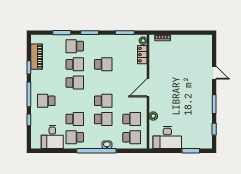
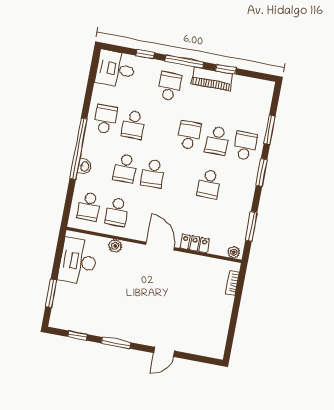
locker: (142, 55) -> (195, 243), moved
piano: (37, 57) -> (212, 79), moved
school desk: (75, 83) -> (189, 135), turned 180
desk: (52, 137) -> (115, 69), moved

